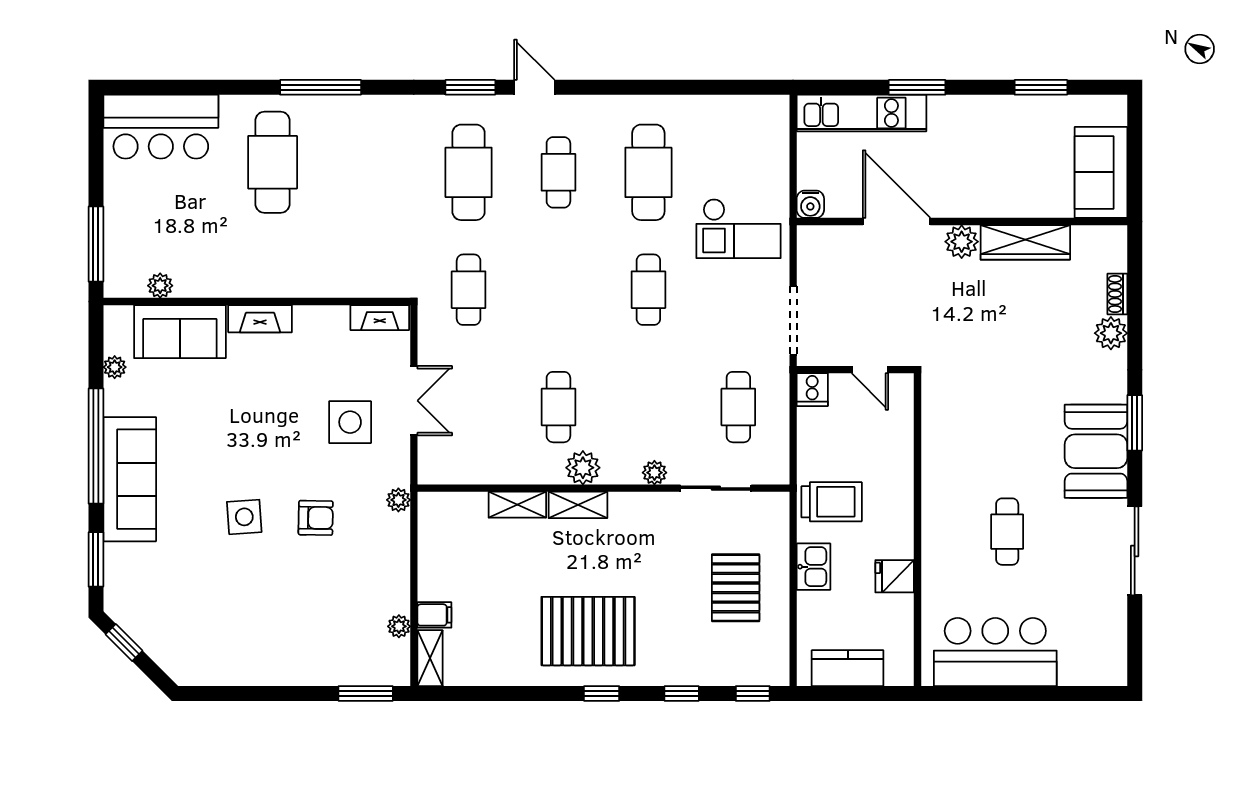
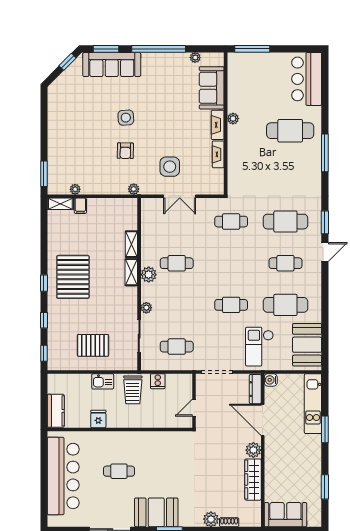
booth: (734, 126) -> (307, 345), added
door: (897, 222) -> (263, 420), swing flipped
dresser: (830, 238) -> (255, 389), added
plant: (160, 286) -> (233, 119), moved
fireplace: (380, 318) -> (218, 154), moved
cooker: (812, 390) -> (158, 381), moved, turned -90
sofa: (130, 479) -> (112, 65), moved
bar counter: (995, 652) -> (63, 476), width x1.36
kitchen counter: (848, 668) -> (56, 411), moved

